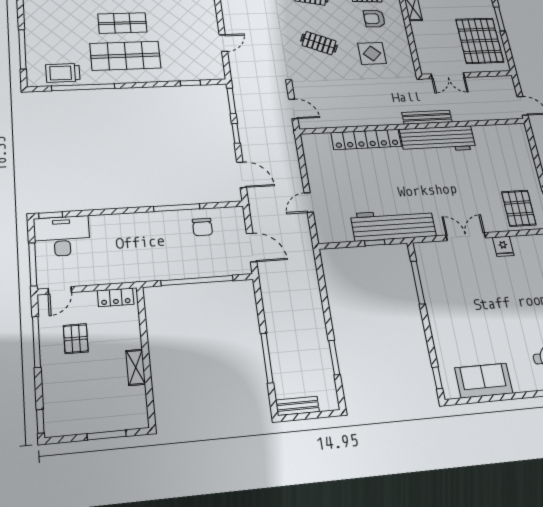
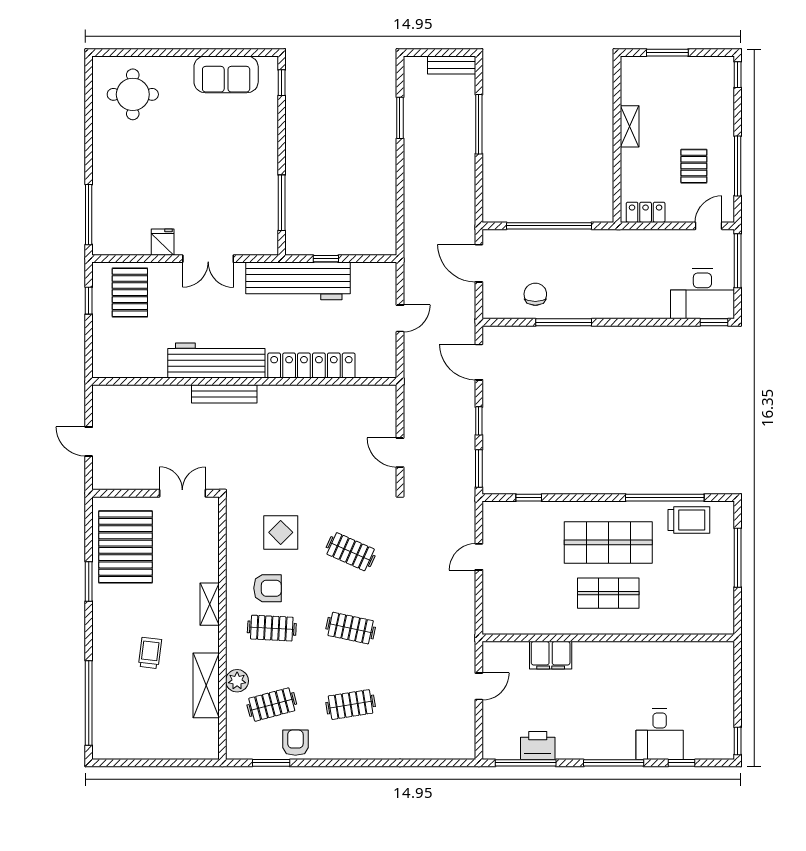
bench: (427, 117) -> (224, 394), moved
wall: (414, 126) -> (244, 381), moved
locker: (366, 139) -> (311, 366), moved
workbench: (438, 139) -> (216, 360), moved

